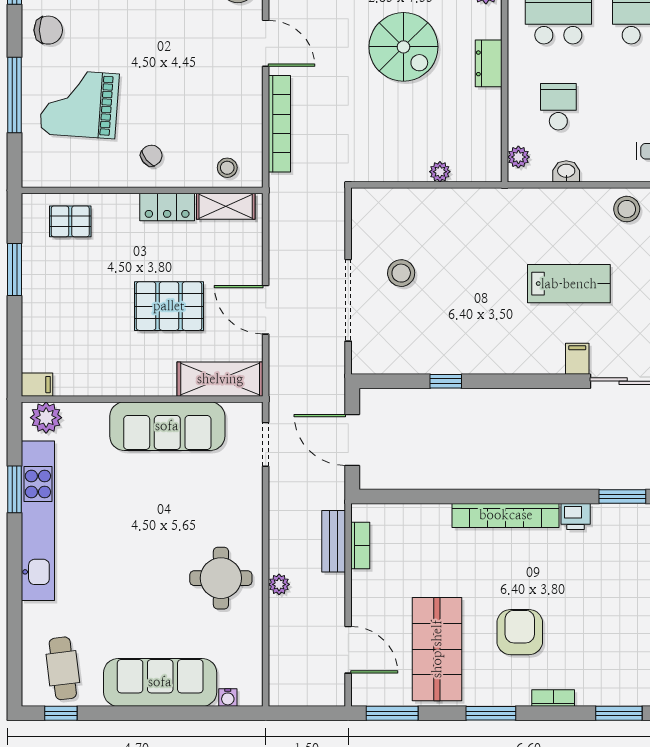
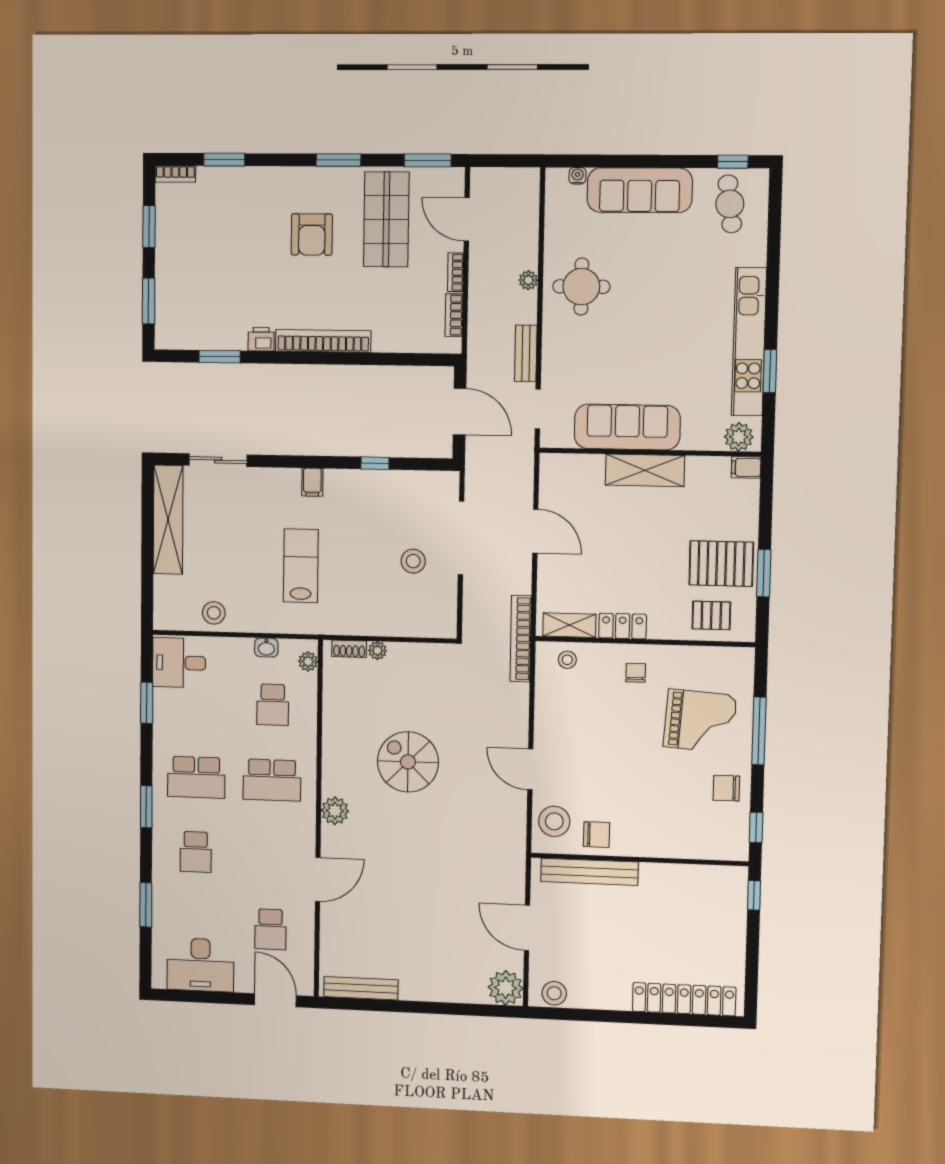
dresser: (489, 63) -> (333, 745), removed
bookcase: (279, 124) -> (521, 639), moved
chair: (151, 156) -> (636, 673), turned 129
shoe rack: (472, 173) -> (349, 649), added
lab bench: (569, 284) -> (301, 566), moved, turned 90
pallet: (169, 306) -> (721, 564), moved
filing cabinet: (577, 359) -> (312, 482), moved
shelving: (220, 379) -> (645, 470), moved
bench: (334, 541) -> (526, 353), moved
bookcase: (553, 698) -> (456, 272), moved, turned 90

